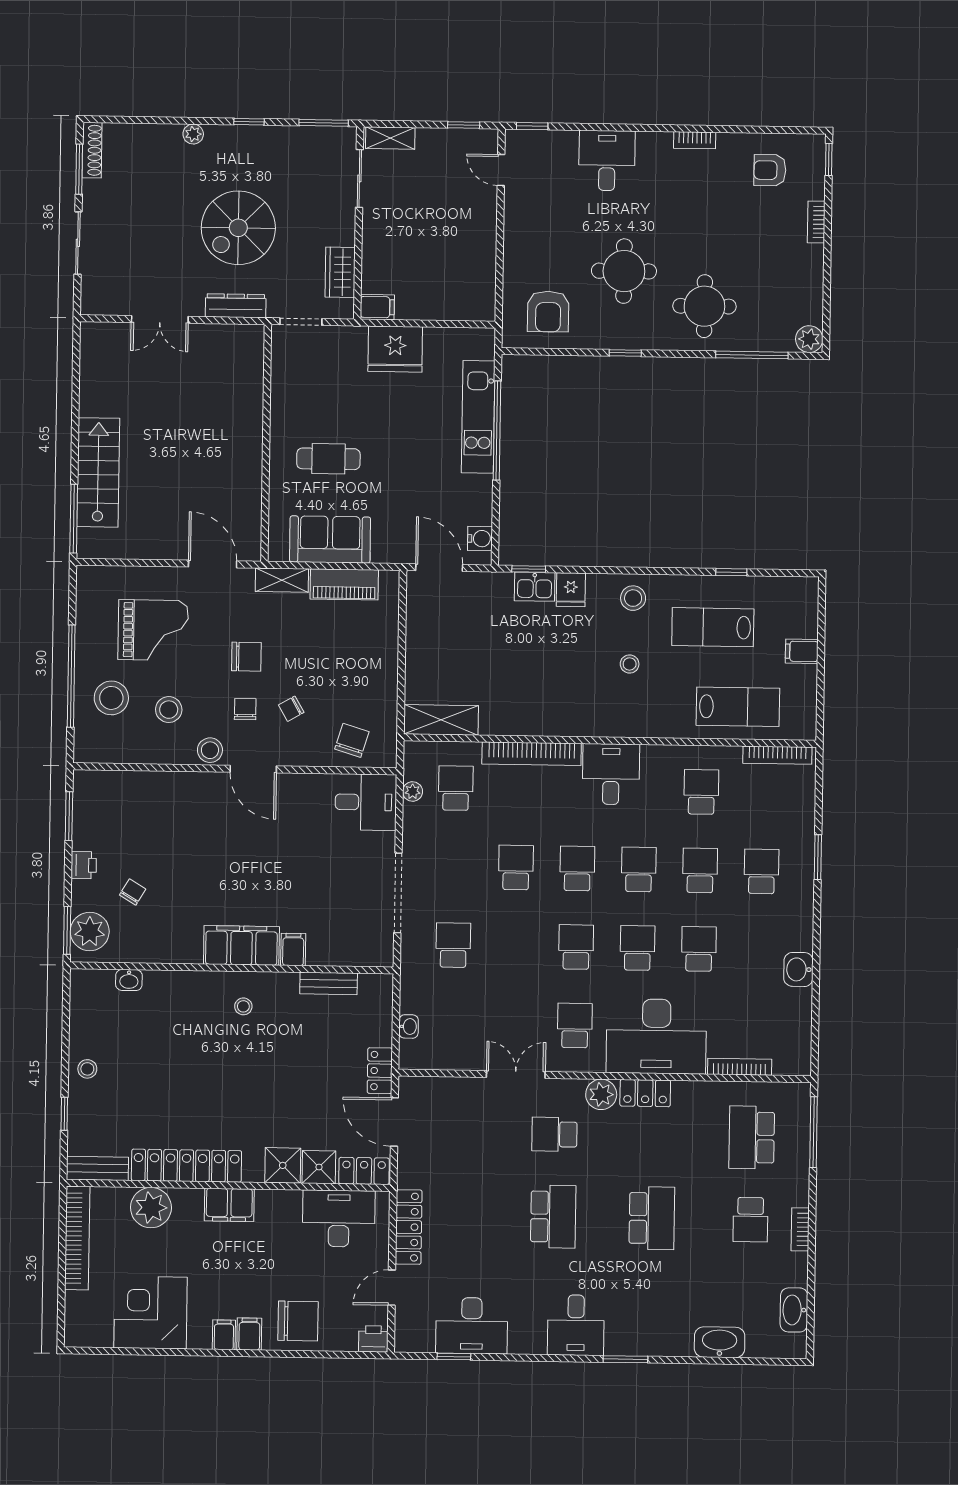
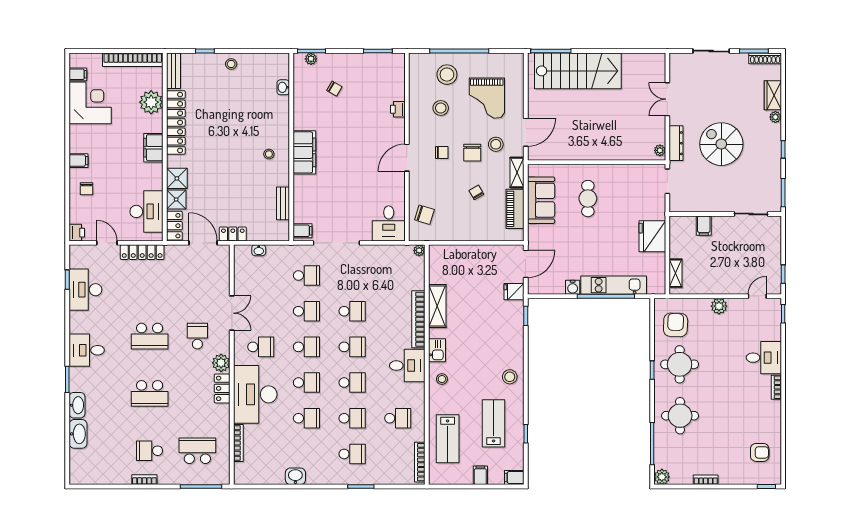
shelving: (390, 138) -> (676, 273), moved
bookcase: (695, 140) -> (776, 387), moved
armchair: (770, 170) -> (760, 452), turned 90
bookcase: (816, 222) -> (706, 480), moved
plant: (517, 236) -> (719, 306), added
round table: (624, 271) -> (680, 364), moved
wardrobe: (340, 272) -> (773, 95), moved, turned -90
filing cabinet: (377, 307) -> (704, 226), moved
armchair: (548, 311) -> (676, 325), turned 92
plant: (248, 334) -> (660, 150), added
stairs: (98, 472) -> (578, 71), width x1.36, depth x1.51
water cooler: (480, 539) -> (573, 287), moved
kitchen sink: (535, 587) -> (437, 350), moved, turned 180
fridge: (571, 590) -> (514, 292), moved
filing cabinet: (806, 593) -> (514, 478), added
stool: (630, 664) -> (442, 379), moved
chair: (291, 709) -> (476, 192), moved
shelving: (441, 720) -> (437, 306), moved
stool: (210, 750) -> (496, 144), moved
school desk: (456, 788) -> (306, 311), moved
plant: (413, 791) -> (419, 250), moved
printer: (84, 865) -> (398, 109), moved, turned 90
plant: (90, 932) -> (311, 59), width x0.53, depth x0.53
filing cabinet: (293, 949) -> (302, 231), moved
door: (394, 1122) -> (203, 243), hinge flipped
washbasin: (794, 1310) -> (77, 405), moved, turned 90
chair: (298, 1321) -> (87, 189), width x0.54, depth x0.54
filing cabinet: (224, 1335) -> (78, 74), moved

